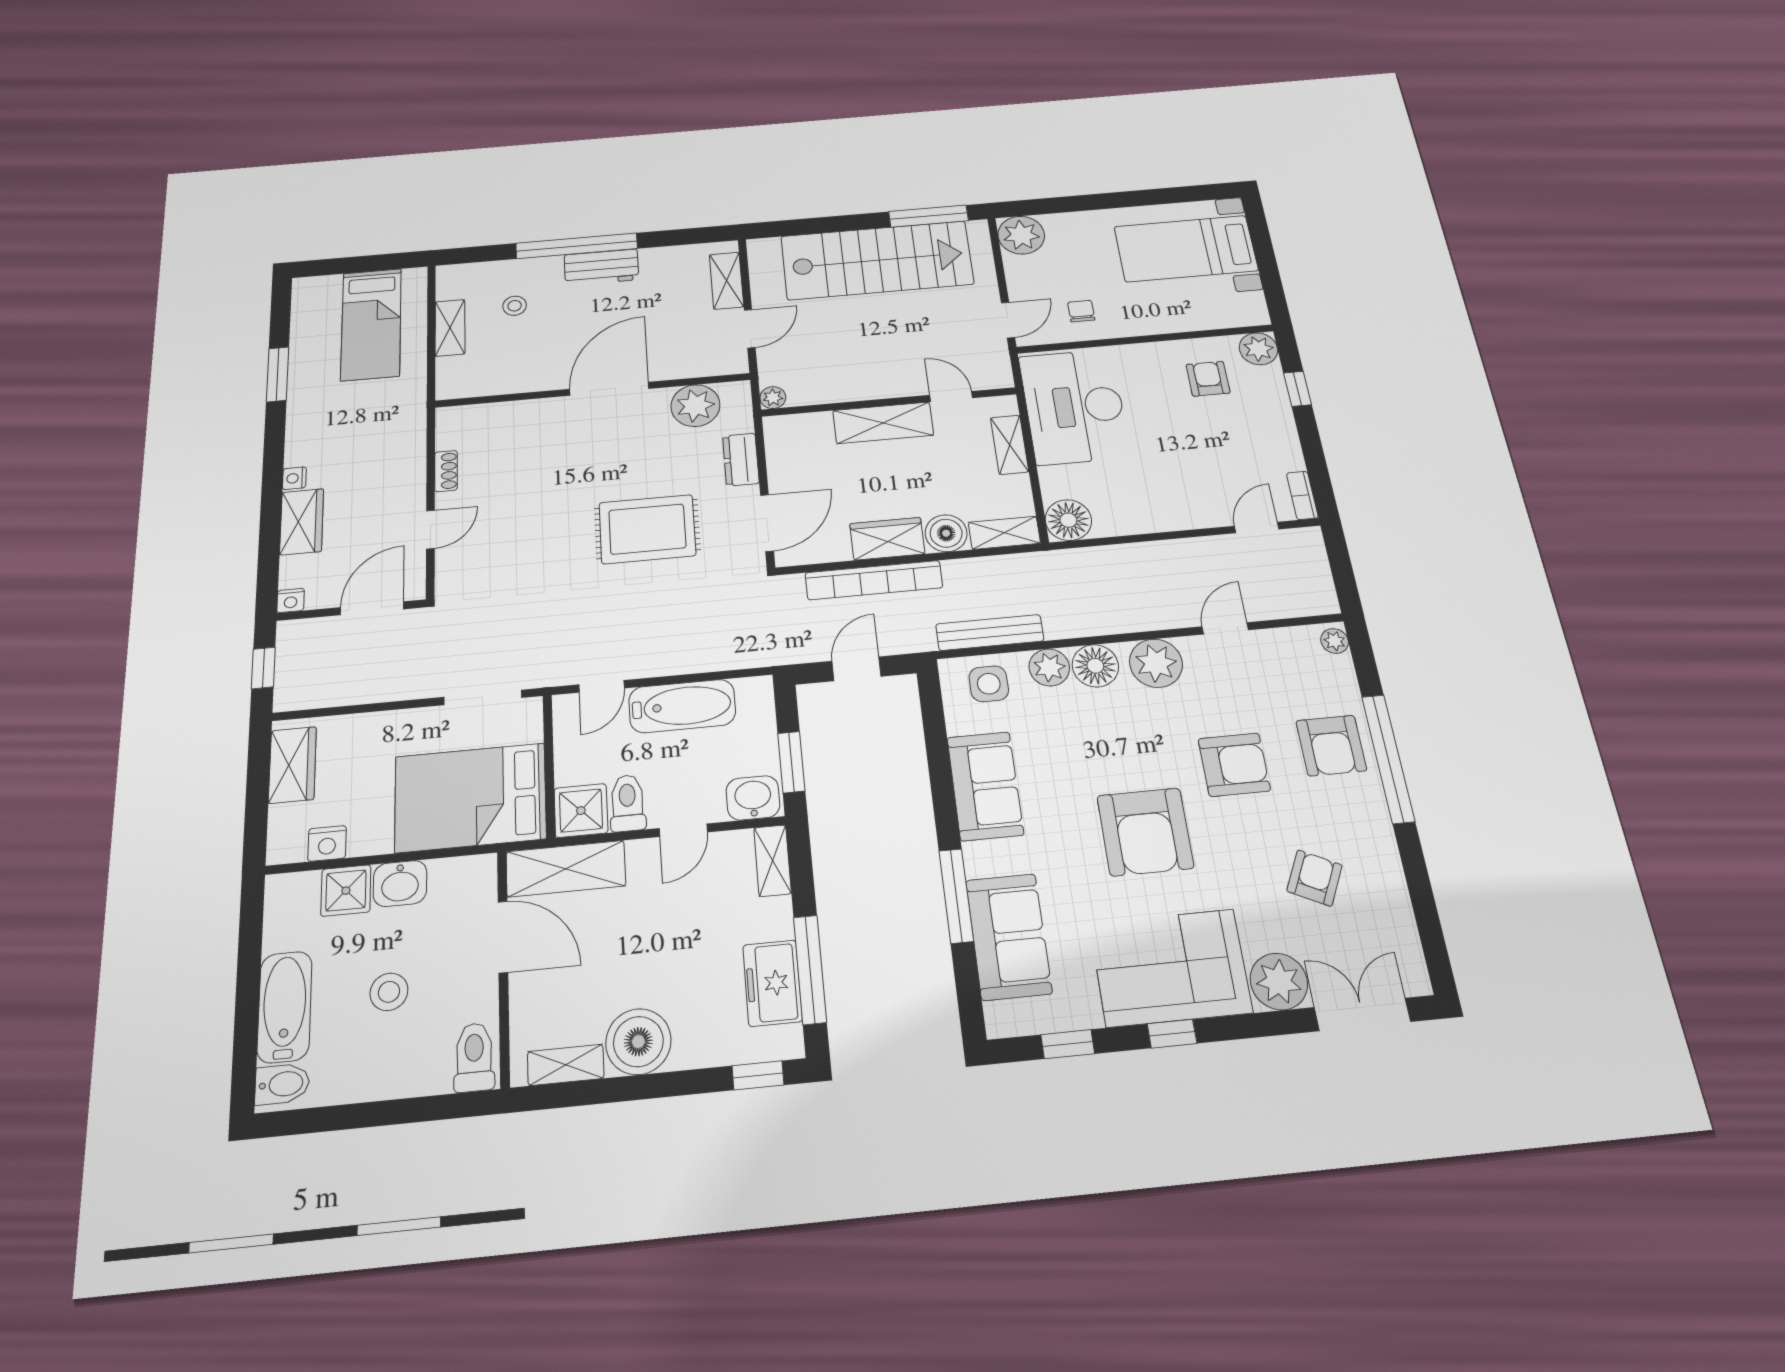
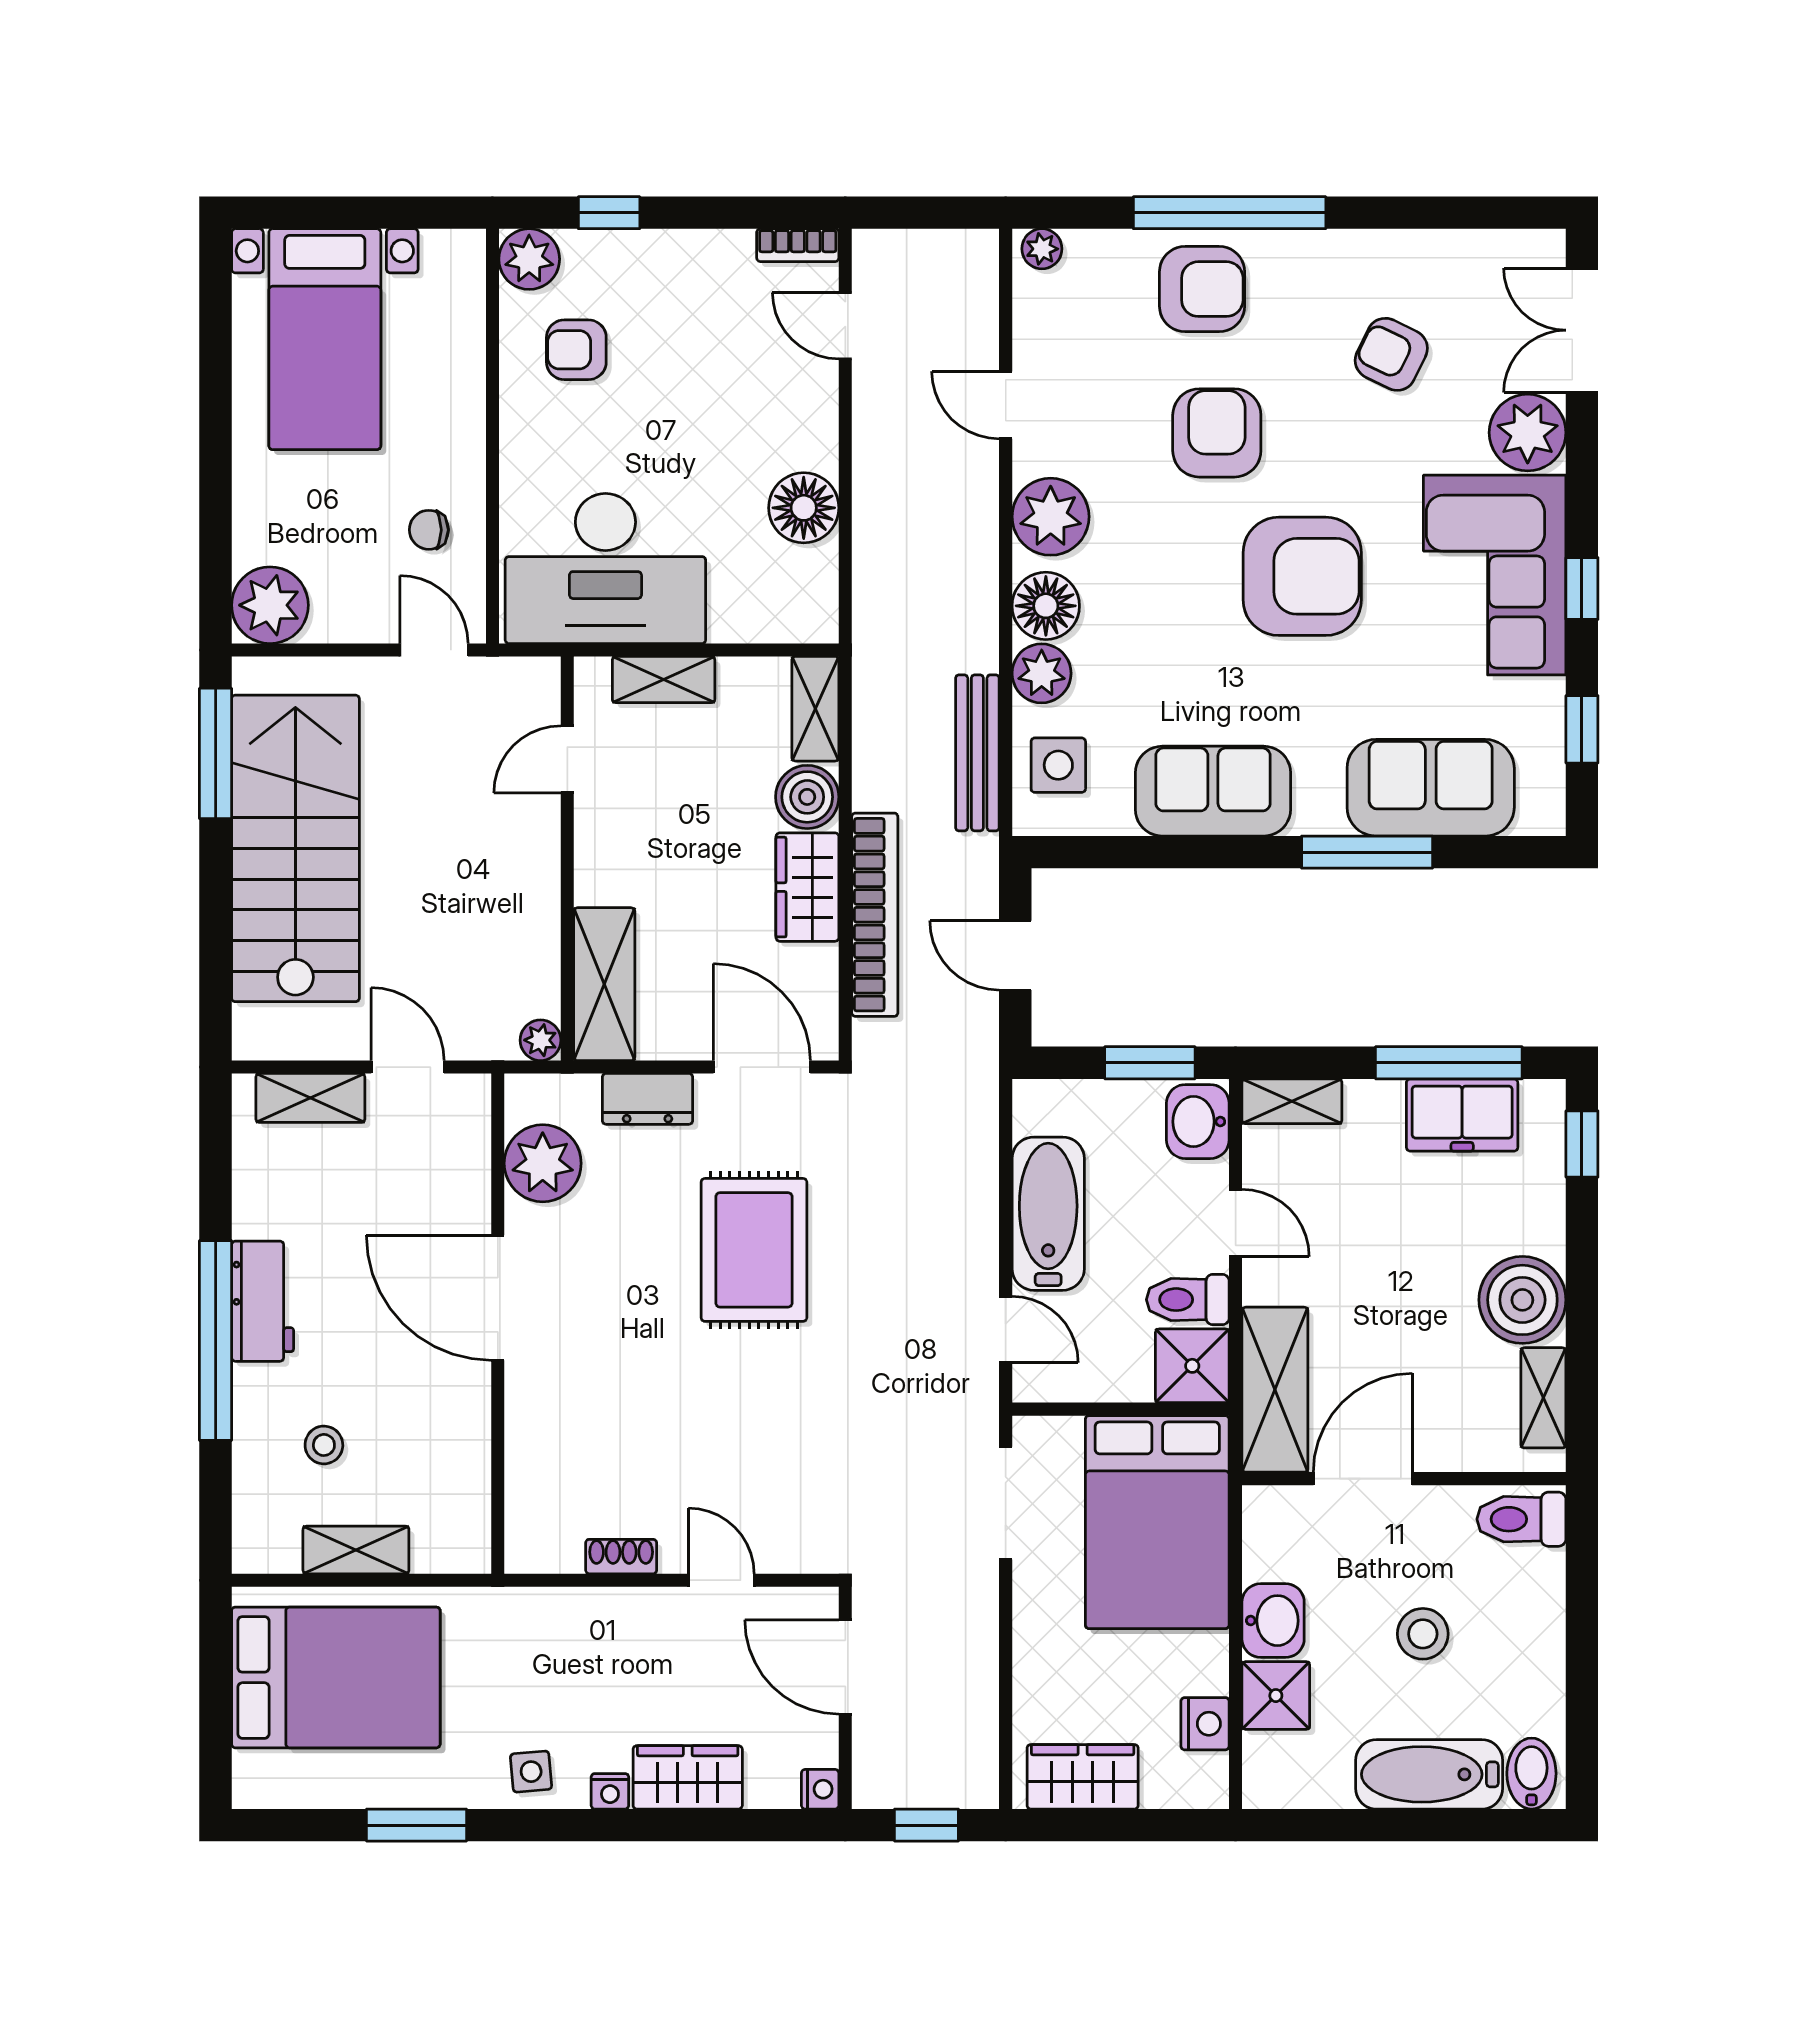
bed: (371, 324) -> (336, 1677), width x1.50
shelving: (883, 423) -> (604, 984), moved
side table: (309, 433) -> (531, 1772), added
floor lamp: (1068, 520) -> (804, 508), moved

